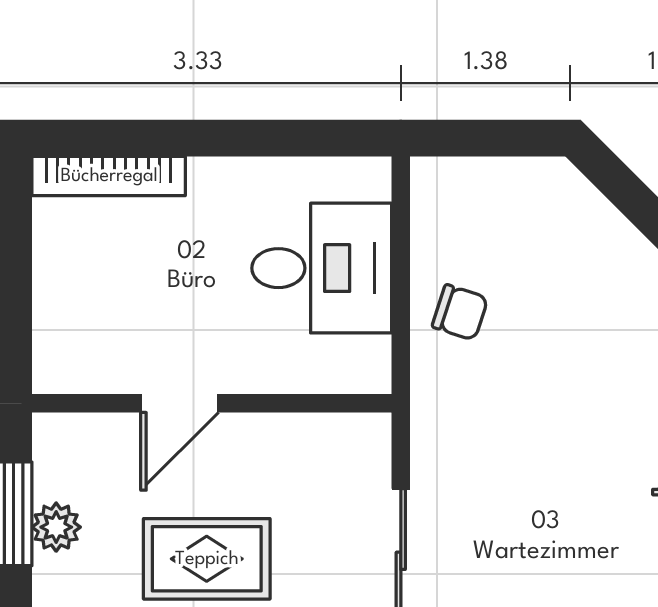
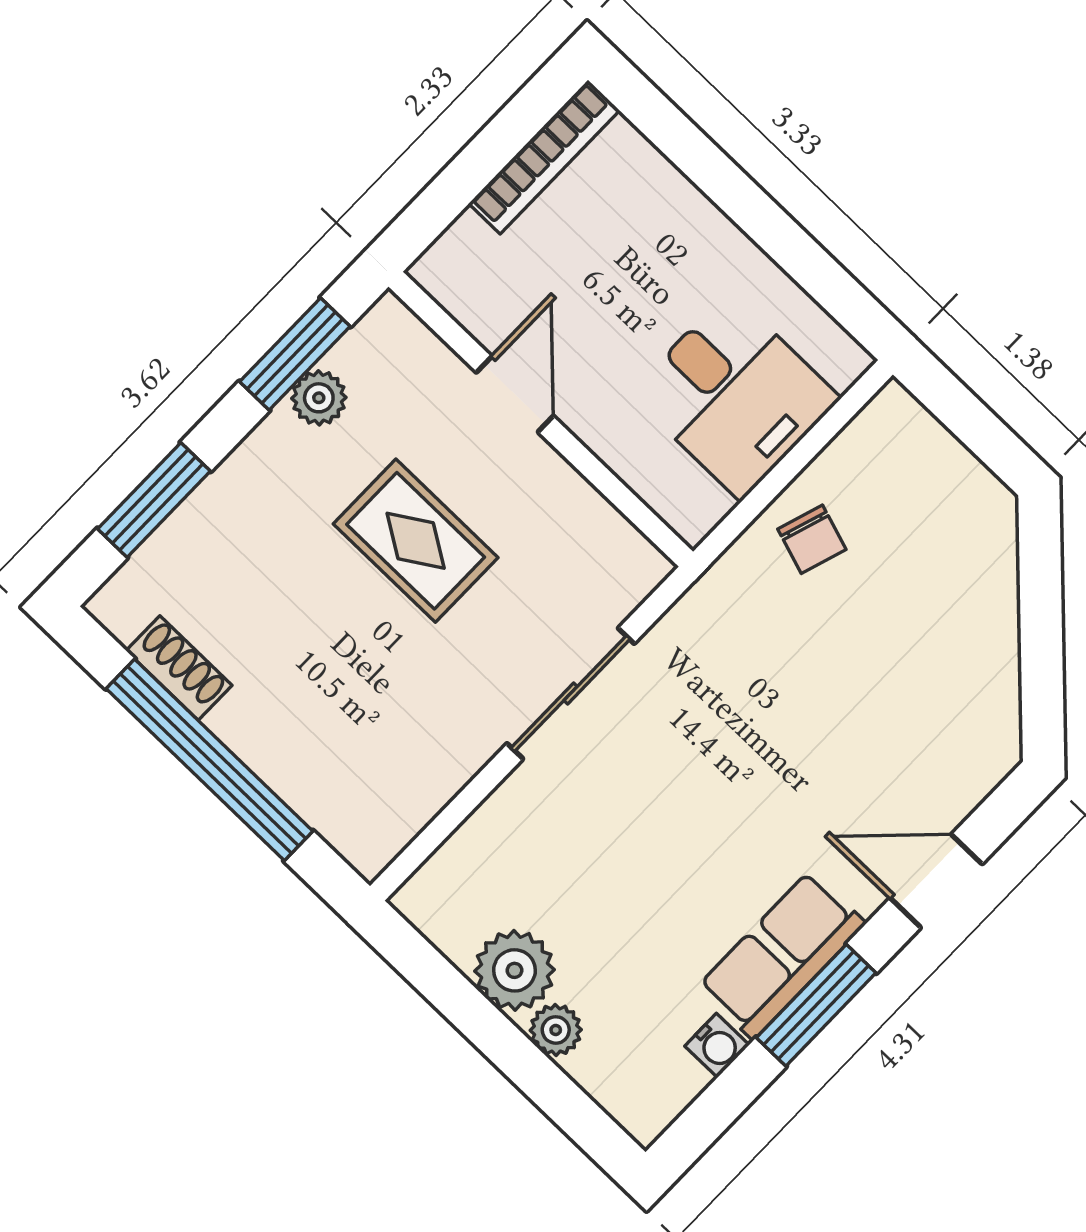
bookcase: (109, 176) -> (544, 157), moved, turned -90
door: (180, 403) -> (515, 394), swing flipped

